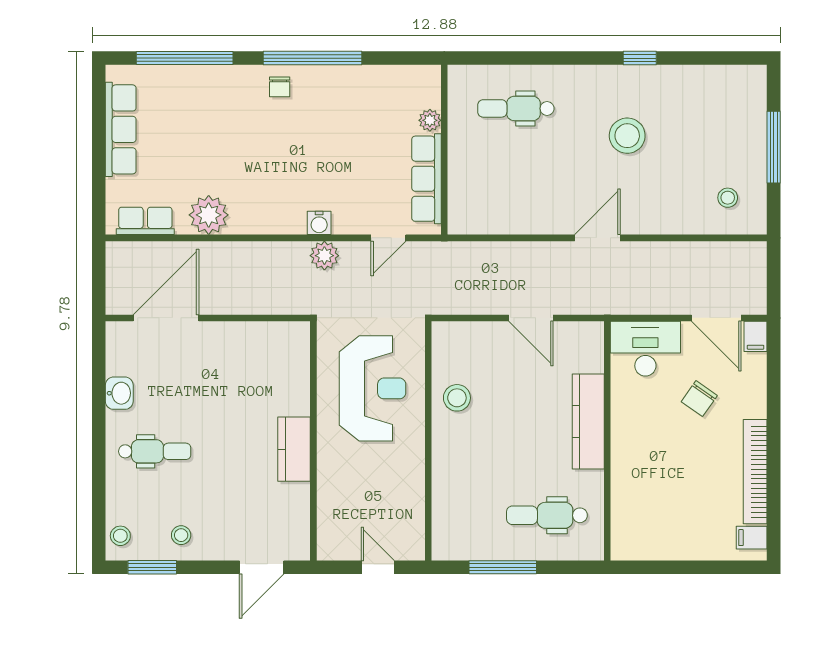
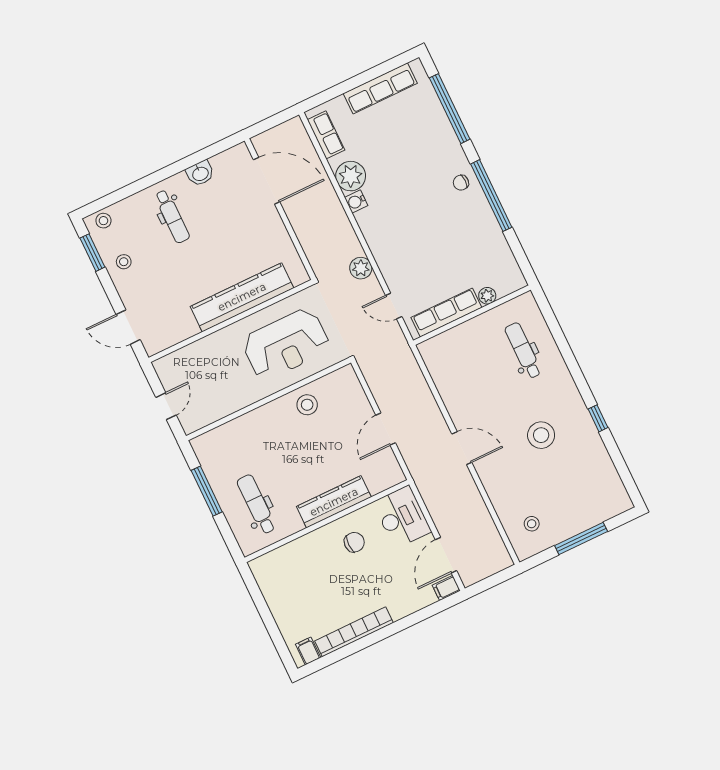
water cooler: (319, 223) -> (356, 201), moved
chair: (699, 399) -> (354, 542), moved, turned 145
kitchen counter: (294, 449) -> (242, 297), width x2.08, depth x1.17

